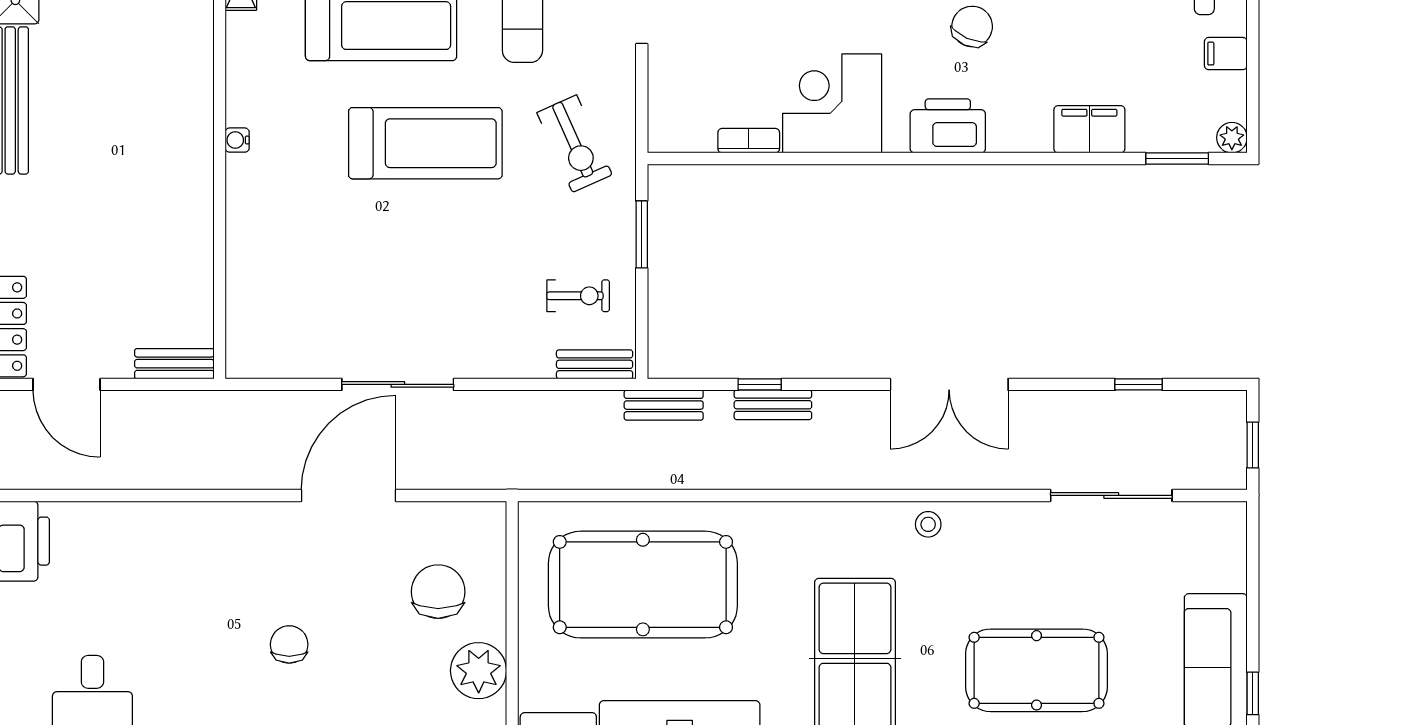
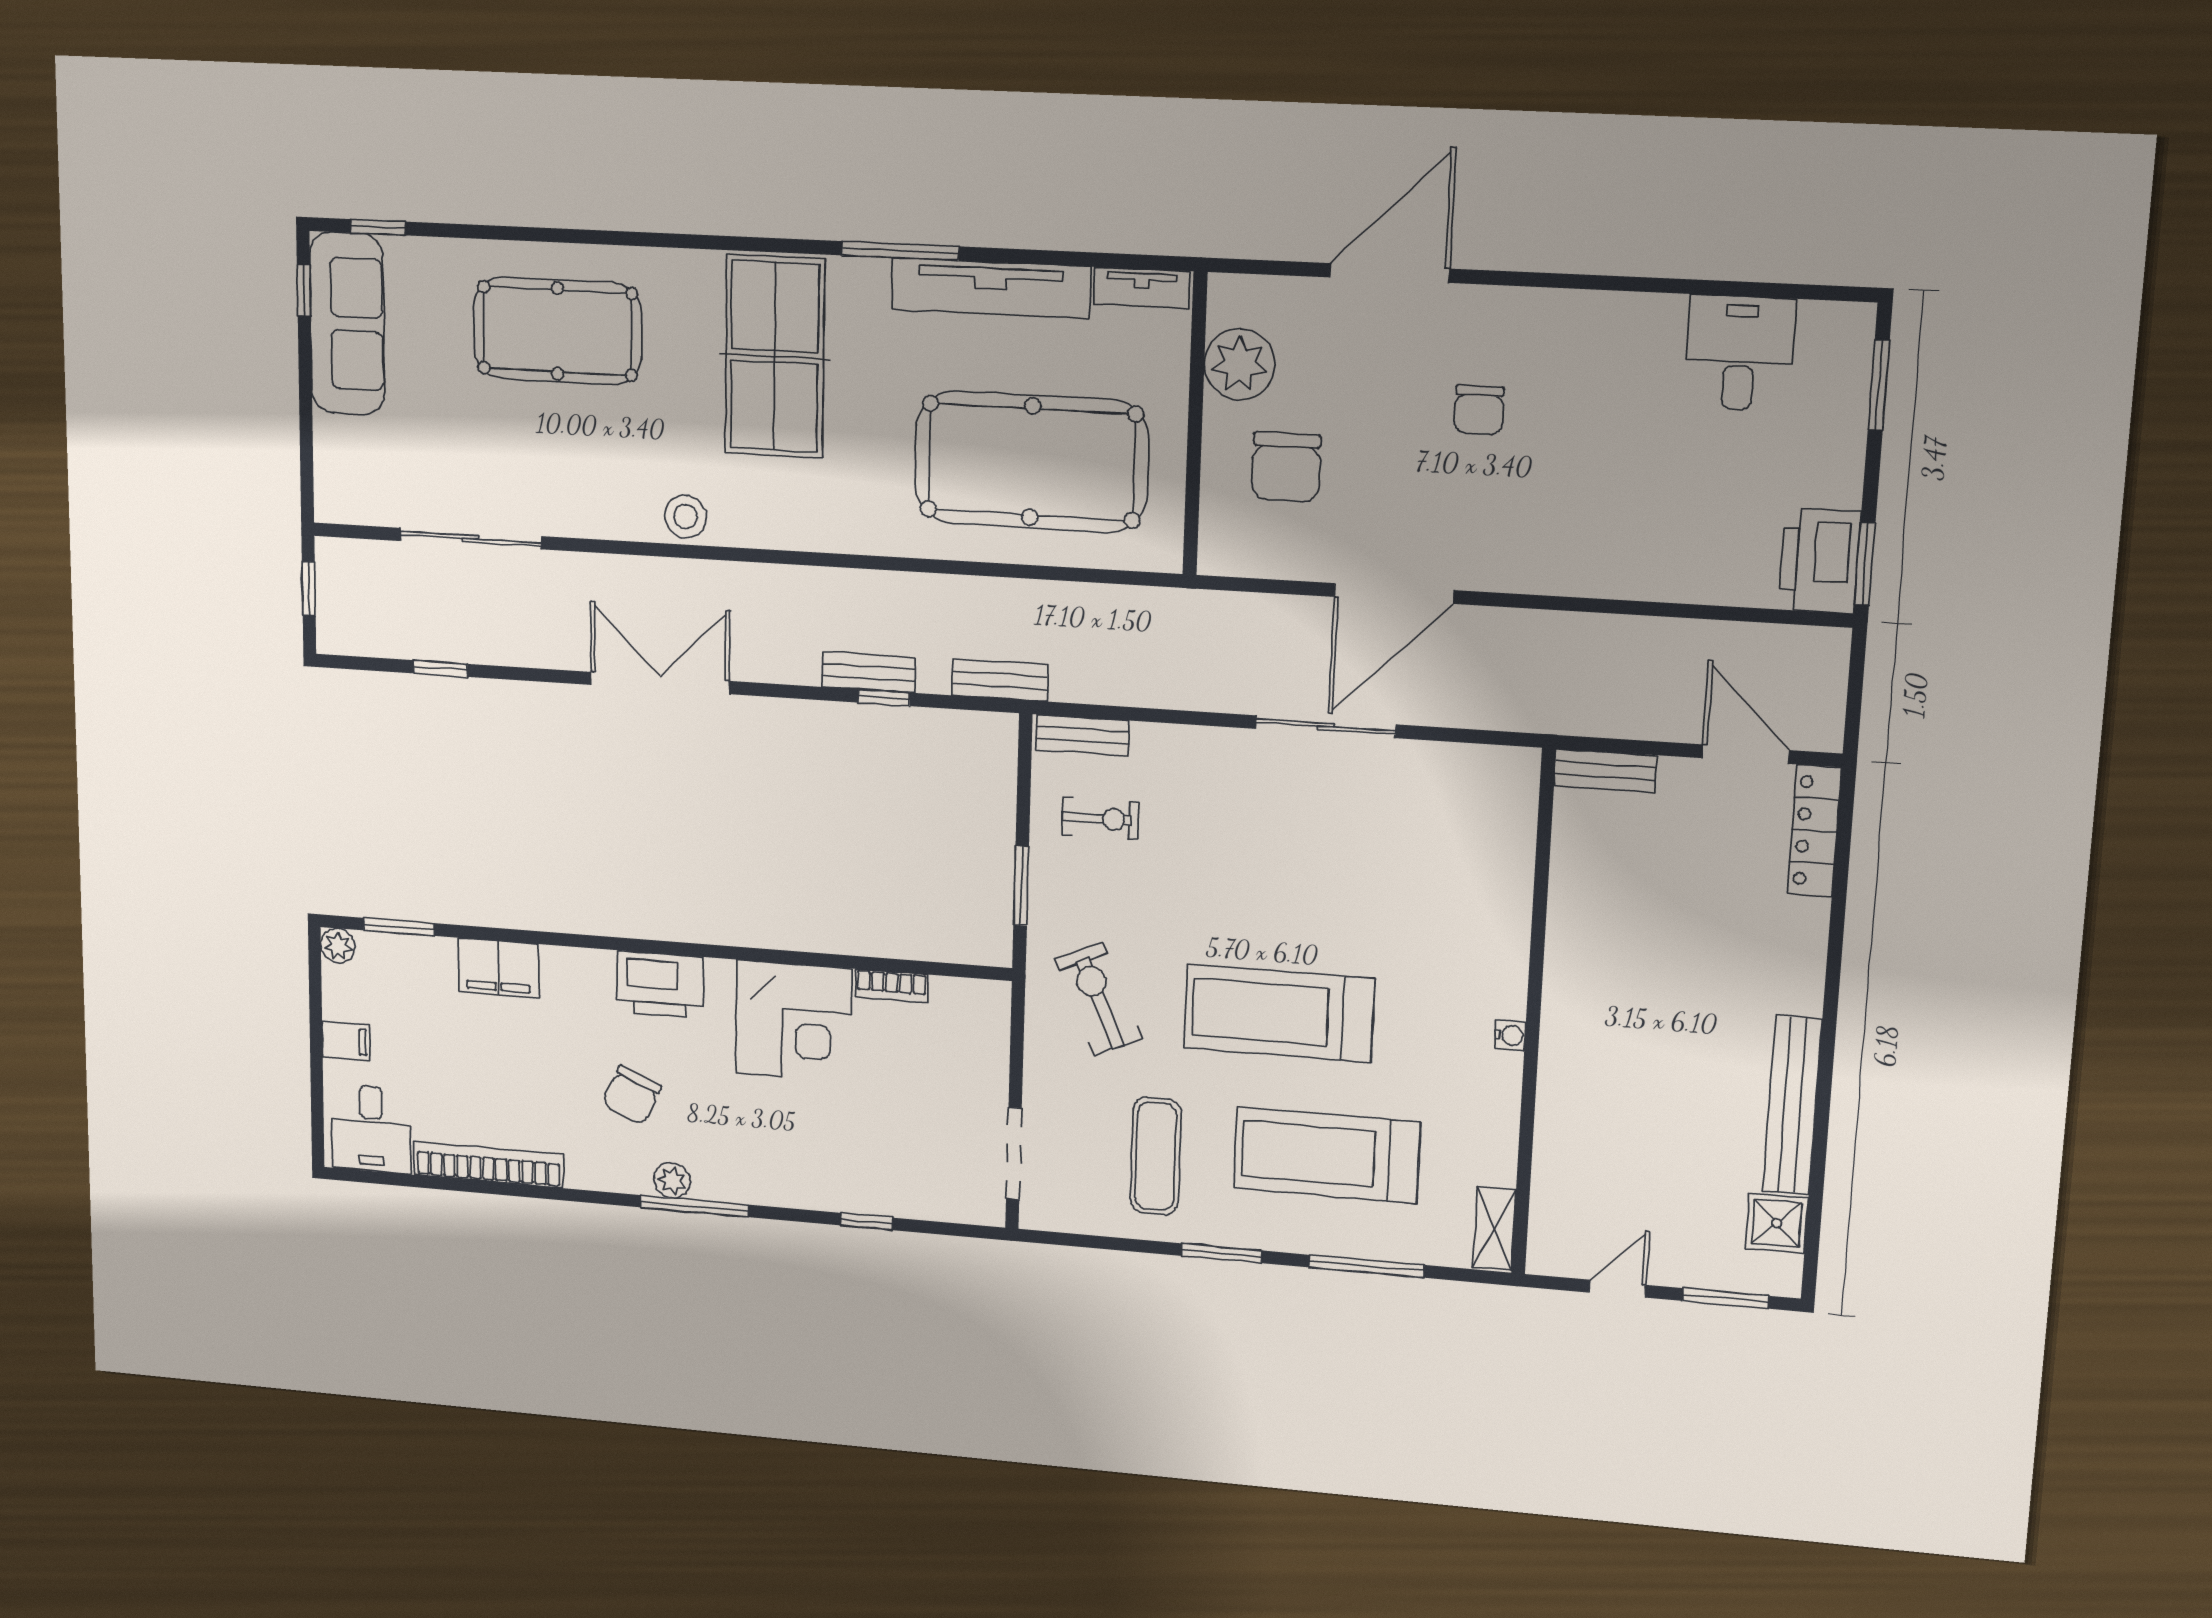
exercise bike: (578, 296) -> (1100, 819), turned 180
stool: (928, 524) -> (686, 516), width x1.37, depth x1.37

